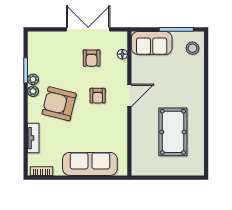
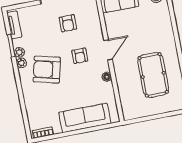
floor lamp: (122, 54) -> (107, 77), moved
tv unit: (33, 138) -> (14, 25), moved

